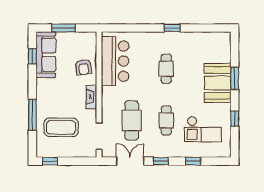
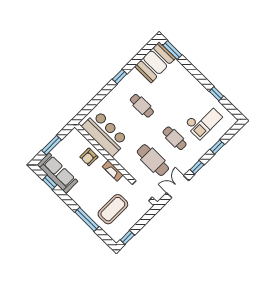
armchair: (84, 67) -> (89, 157), turned 96
window: (235, 78) -> (172, 50), moved
booth: (218, 83) -> (155, 62), moved, turned 90

